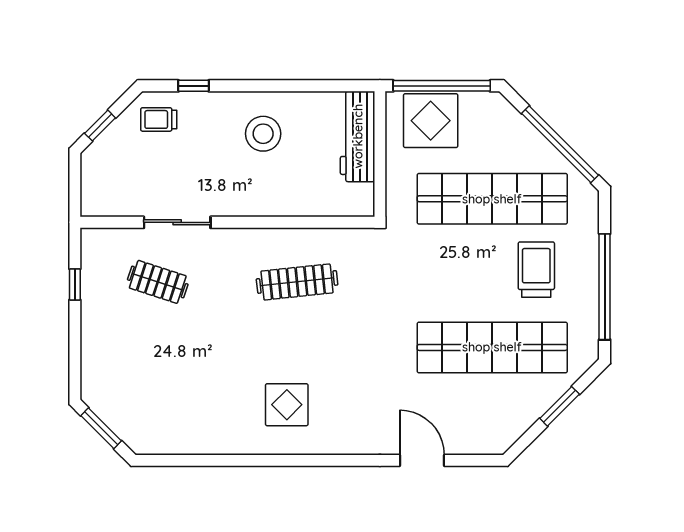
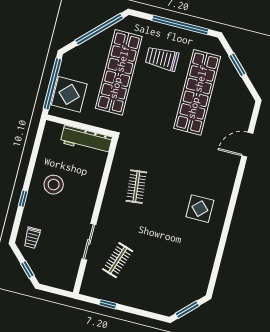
window: (194, 86) -> (23, 199), moved
workbench: (358, 136) -> (86, 140), moved
clothes rail: (297, 282) -> (136, 187), width x0.73

